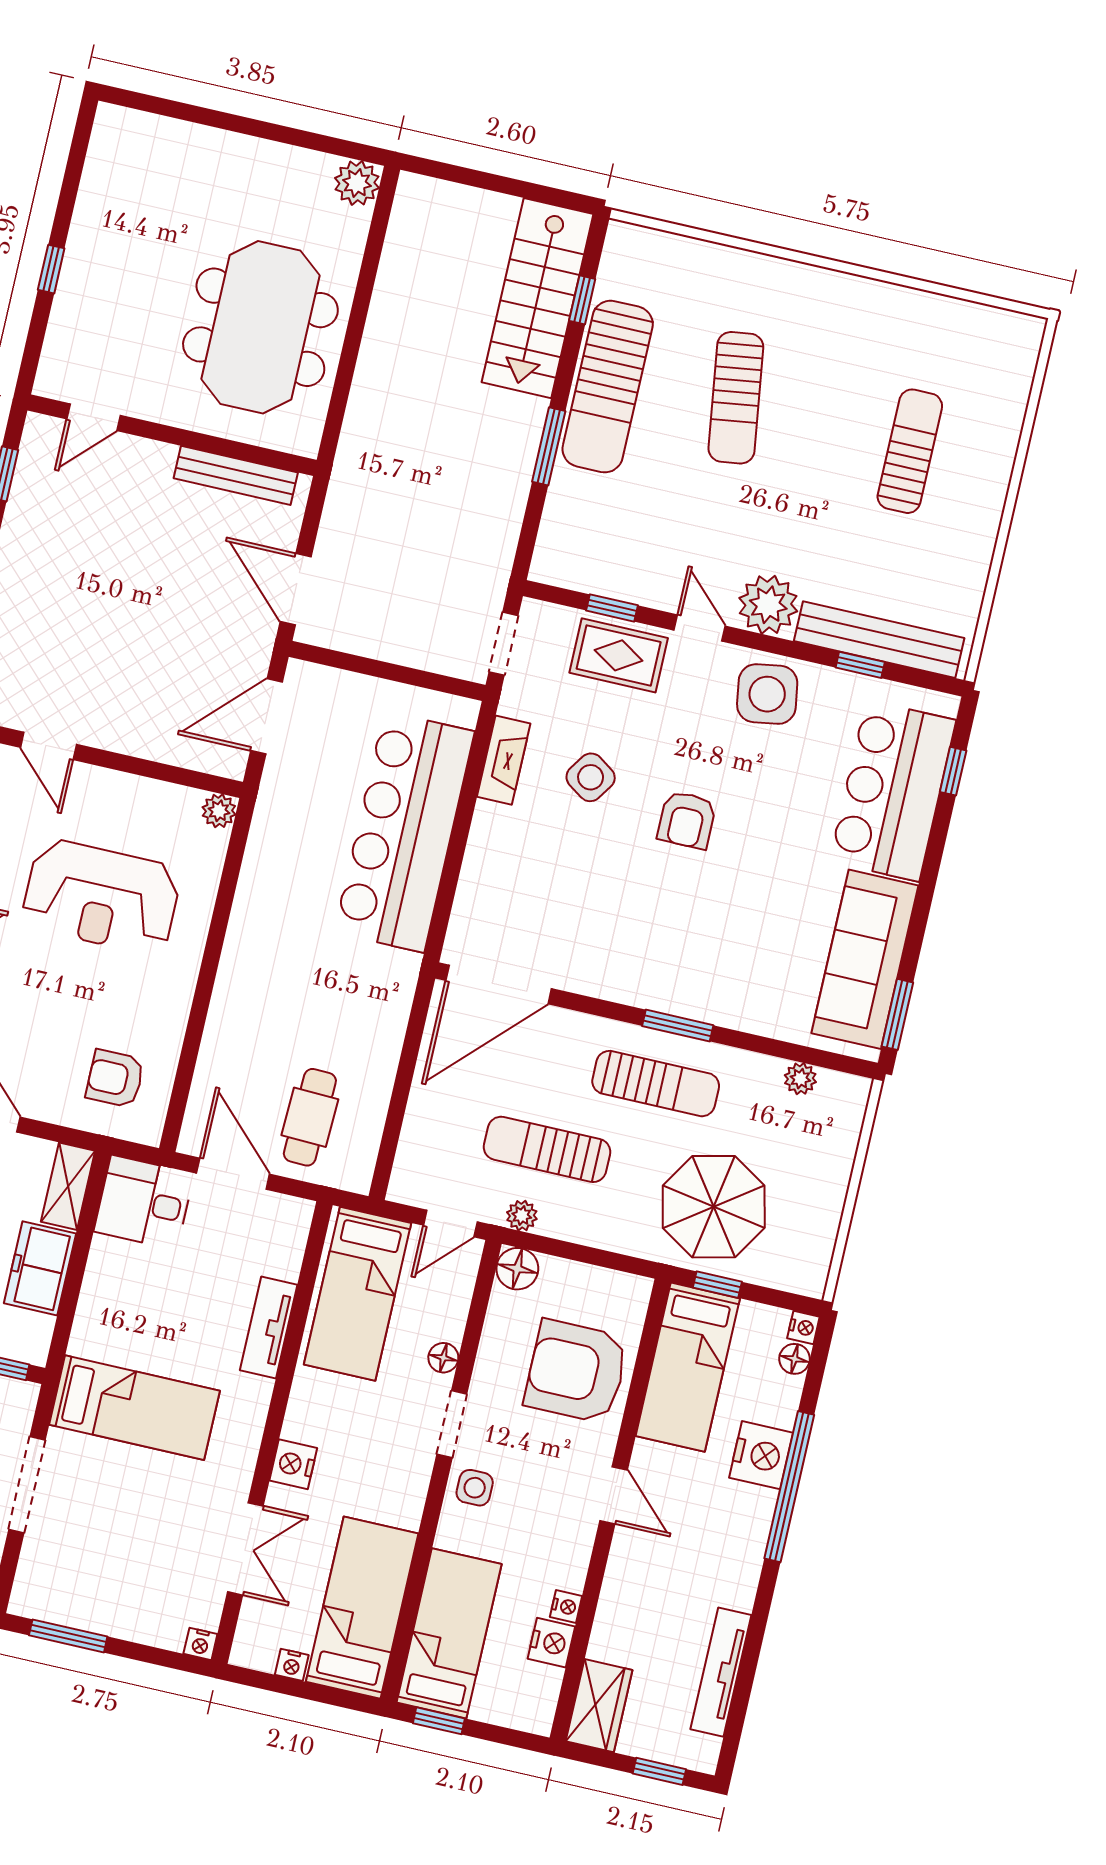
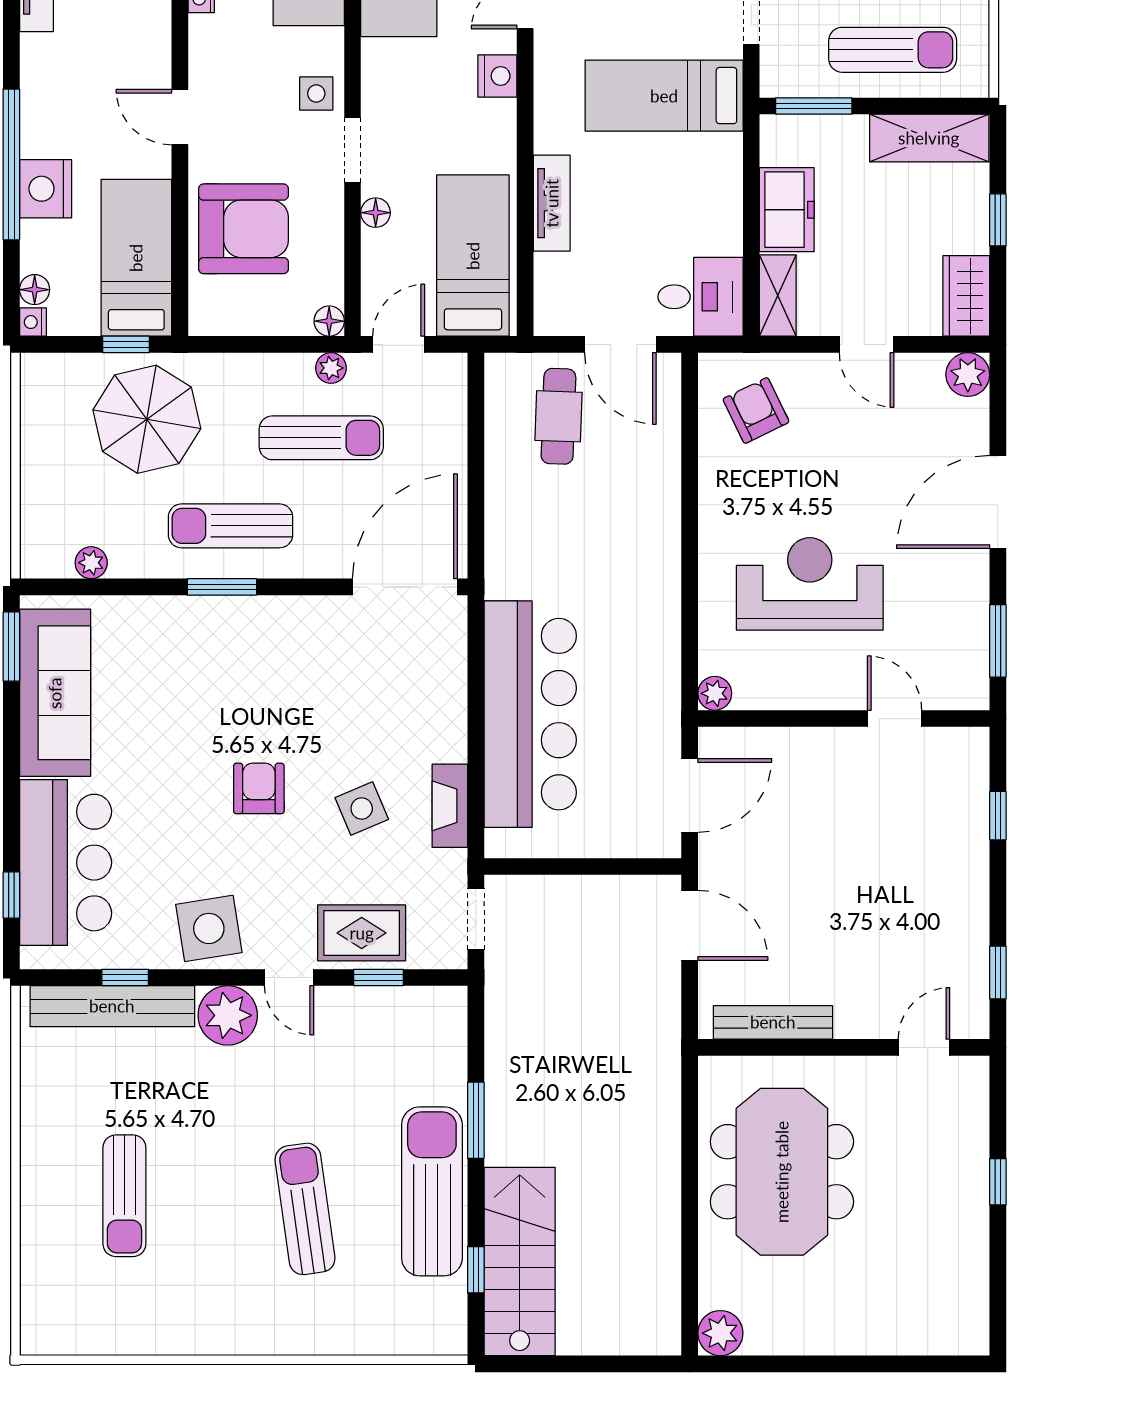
side table: (591, 777) -> (362, 808), turned 33
armchair: (115, 1079) -> (756, 411), turned -116
floor lamp: (517, 1269) -> (329, 321), width x0.73, depth x0.73

